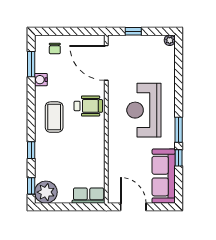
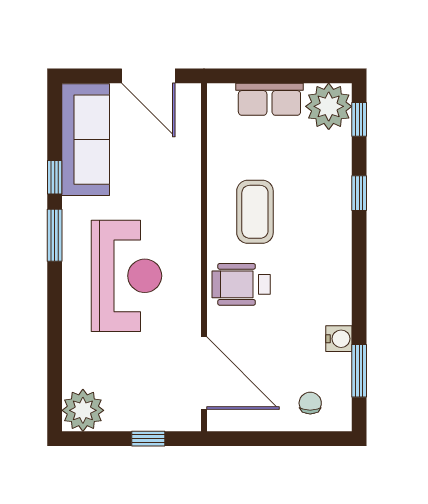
plant: (170, 40) -> (83, 410), width x1.88, depth x1.88
coffee table: (54, 117) -> (255, 212), moved
row of seats: (89, 196) -> (269, 99), moved

